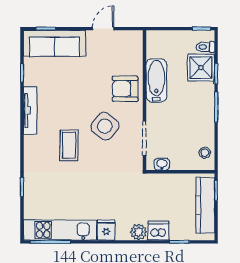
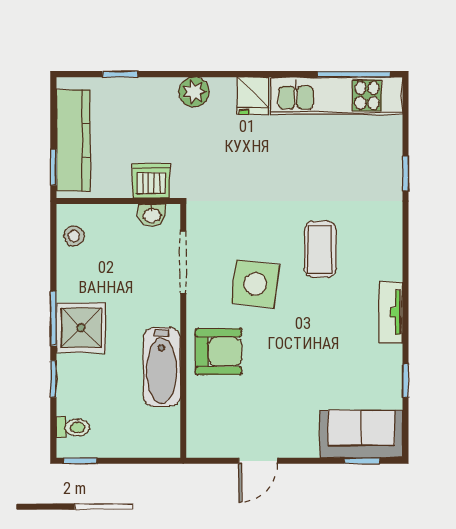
sofa: (55, 43) -> (361, 434), width x0.73
shower: (201, 68) -> (81, 328), moved
tv unit: (30, 110) -> (391, 312), width x0.71
side table: (105, 126) -> (255, 284), turned -32
dishwasher: (158, 231) -> (151, 181), moved, turned 180

